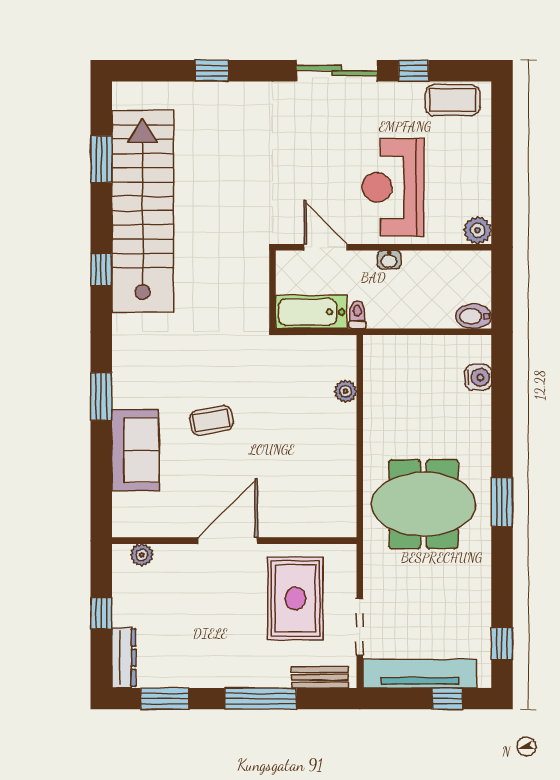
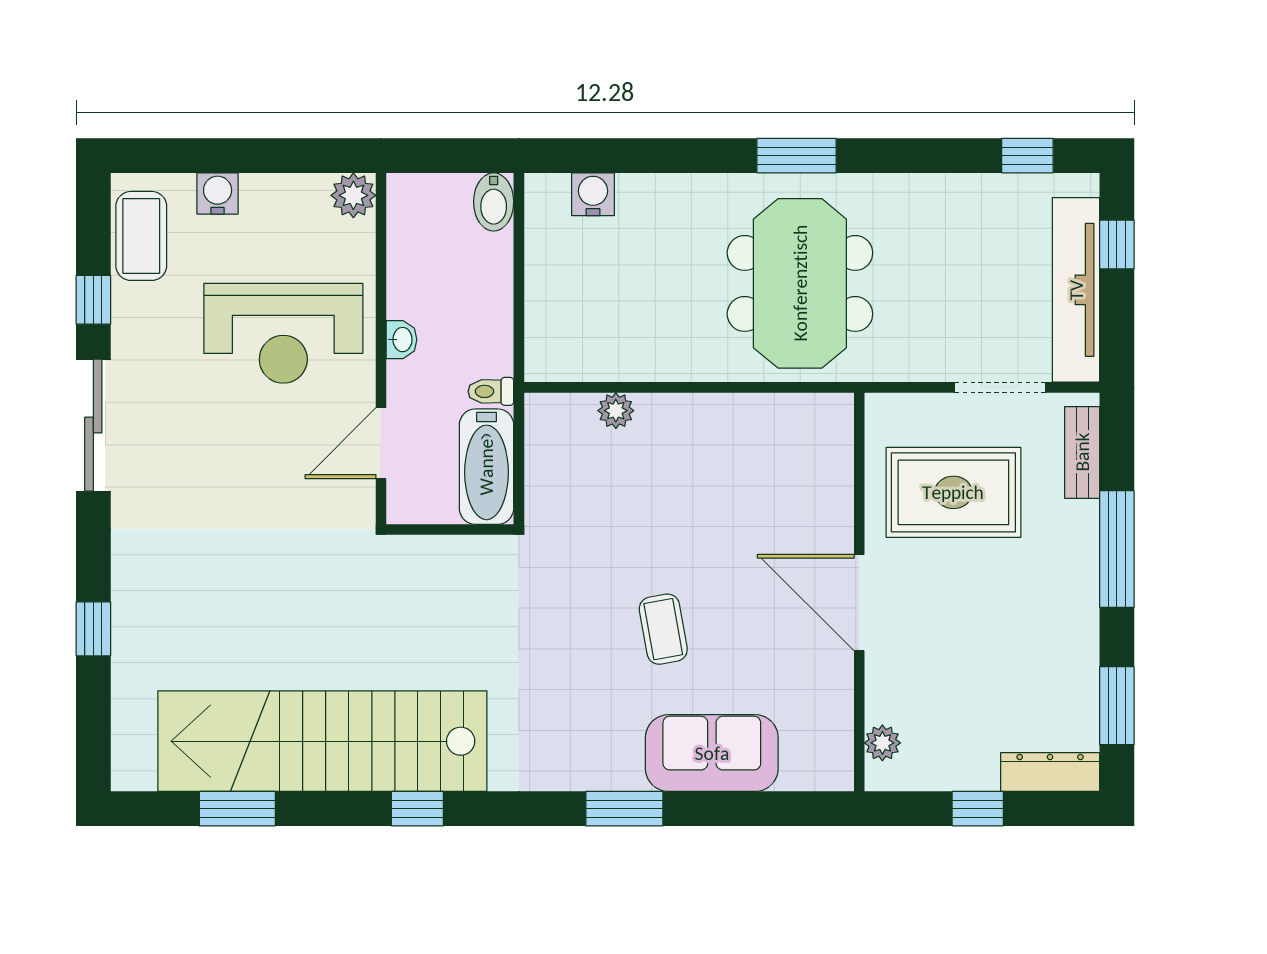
water cooler: (479, 147) -> (218, 193), added

